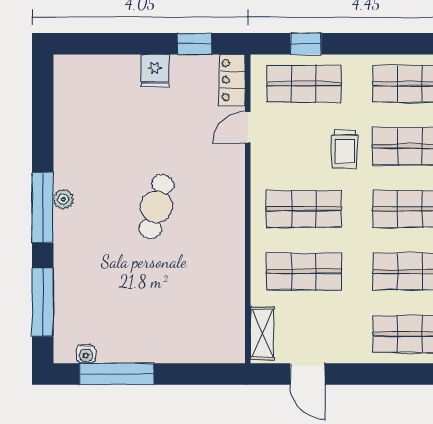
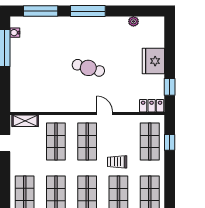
fridge: (155, 71) -> (153, 61), width x1.88, depth x1.34
door: (248, 127) -> (105, 113), moved
plant: (63, 199) -> (133, 21), moved

